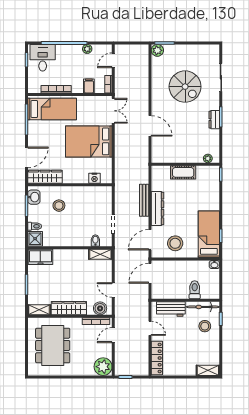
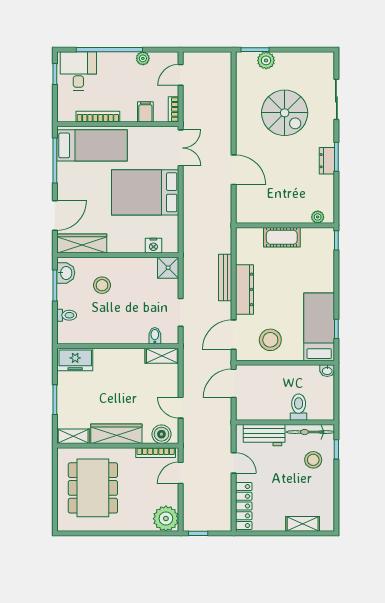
plant: (157, 50) -> (266, 60), moved
shower: (35, 239) -> (168, 268), moved
shelving: (208, 370) -> (303, 524), moved

